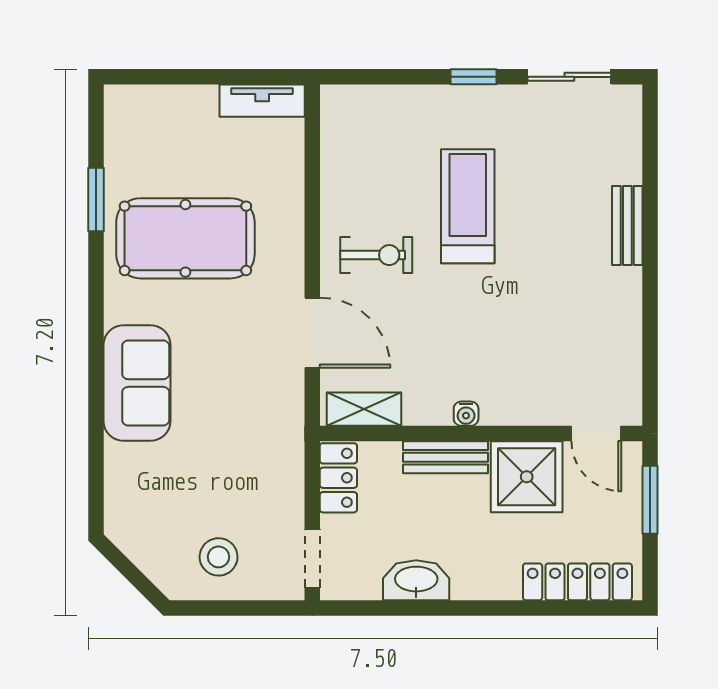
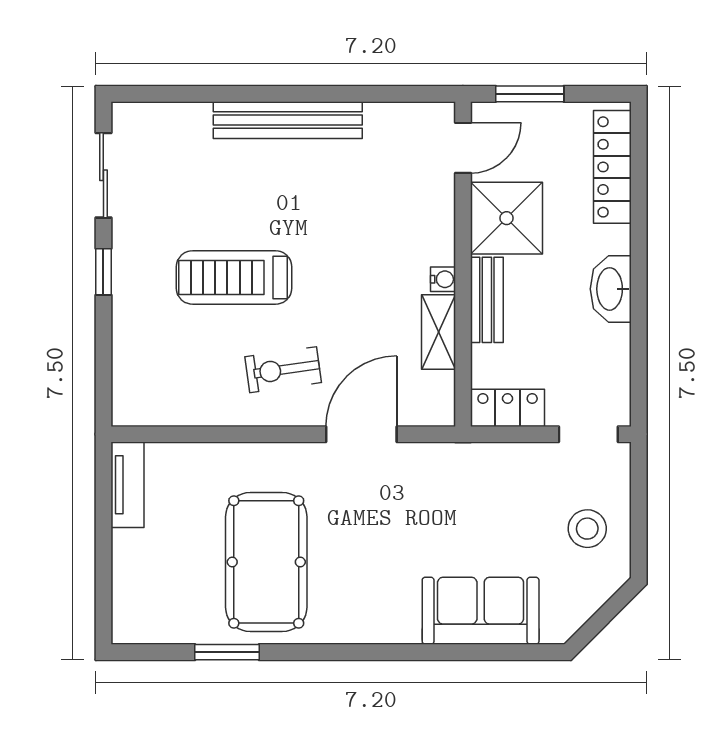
bench: (627, 225) -> (288, 120), width x1.86, depth x1.21
exercise bike: (376, 255) -> (283, 370), turned -98
sofa: (137, 383) -> (481, 611), moved
shelving: (364, 409) -> (438, 332), moved
washbasin: (416, 580) -> (611, 289), moved

